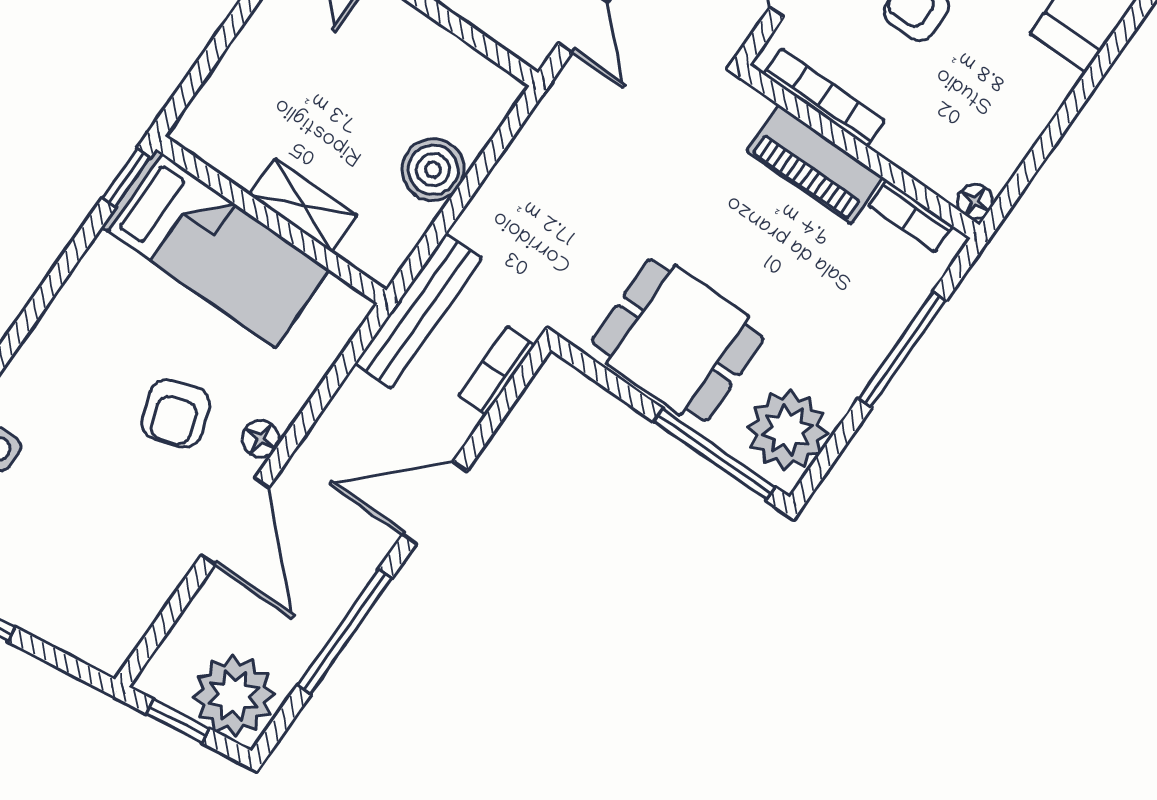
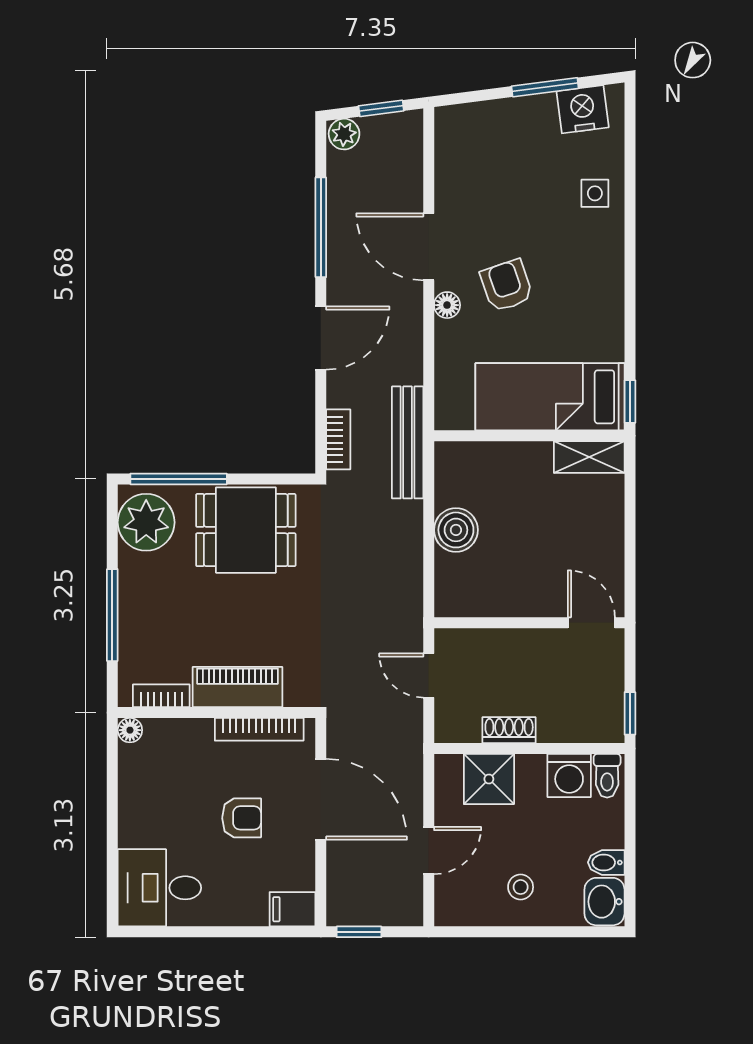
shelving: (303, 205) -> (589, 457), moved
plant: (234, 696) -> (344, 134), width x0.53, depth x0.53

